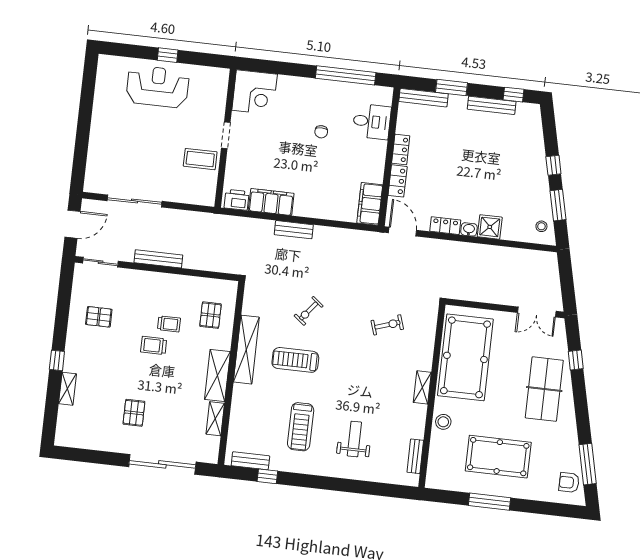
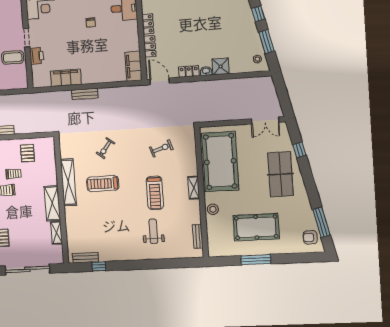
printer: (237, 200) -> (37, 56), moved, turned 90
pallet: (211, 315) -> (27, 153), moved
treadmill: (301, 427) -> (155, 193), moved

